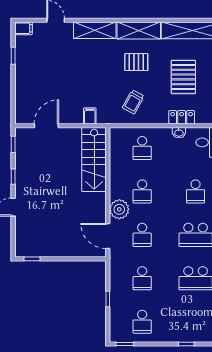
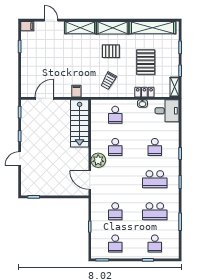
school desk: (142, 235) -> (155, 244), moved

